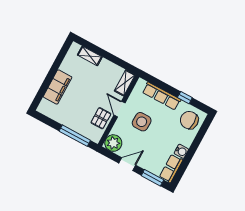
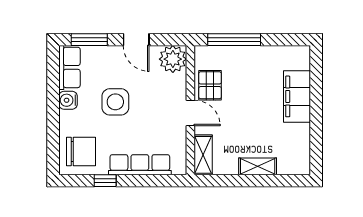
shelving: (90, 56) -> (258, 166), moved
side table: (142, 122) -> (115, 102), moved
door: (127, 164) -> (136, 40), hinge flipped

